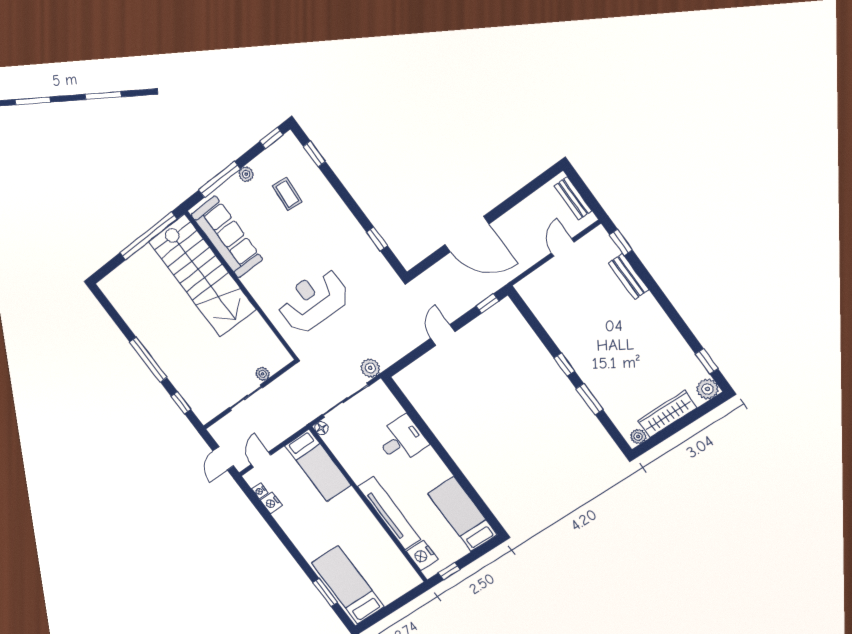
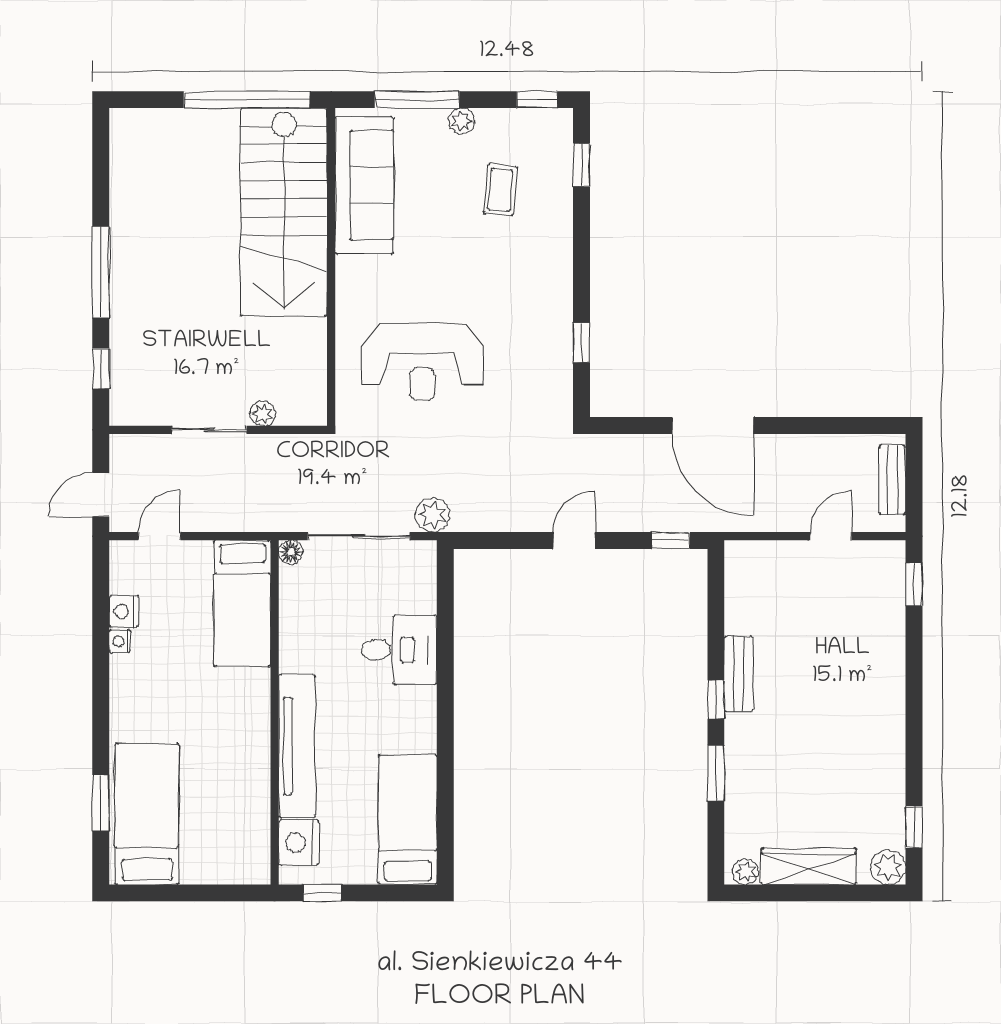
bench: (629, 277) -> (739, 674), moved
reception desk: (313, 300) -> (422, 362), turned 180
nightstand: (260, 491) -> (120, 641), moved

